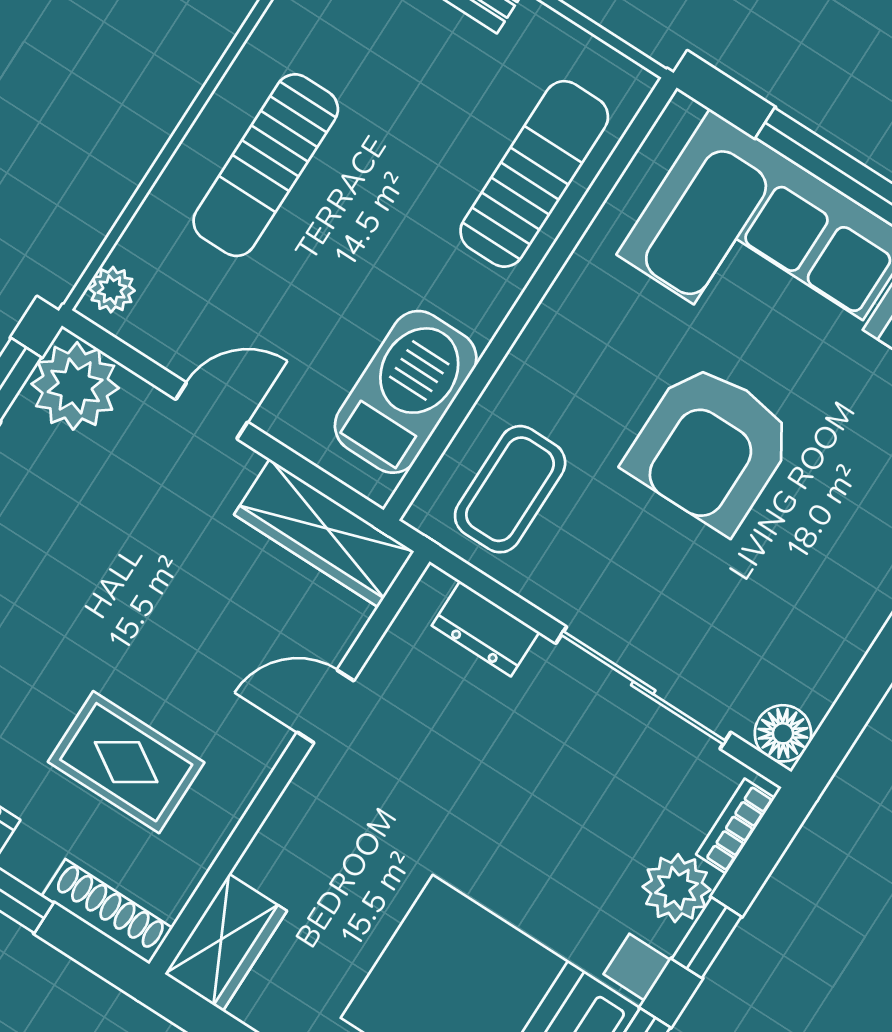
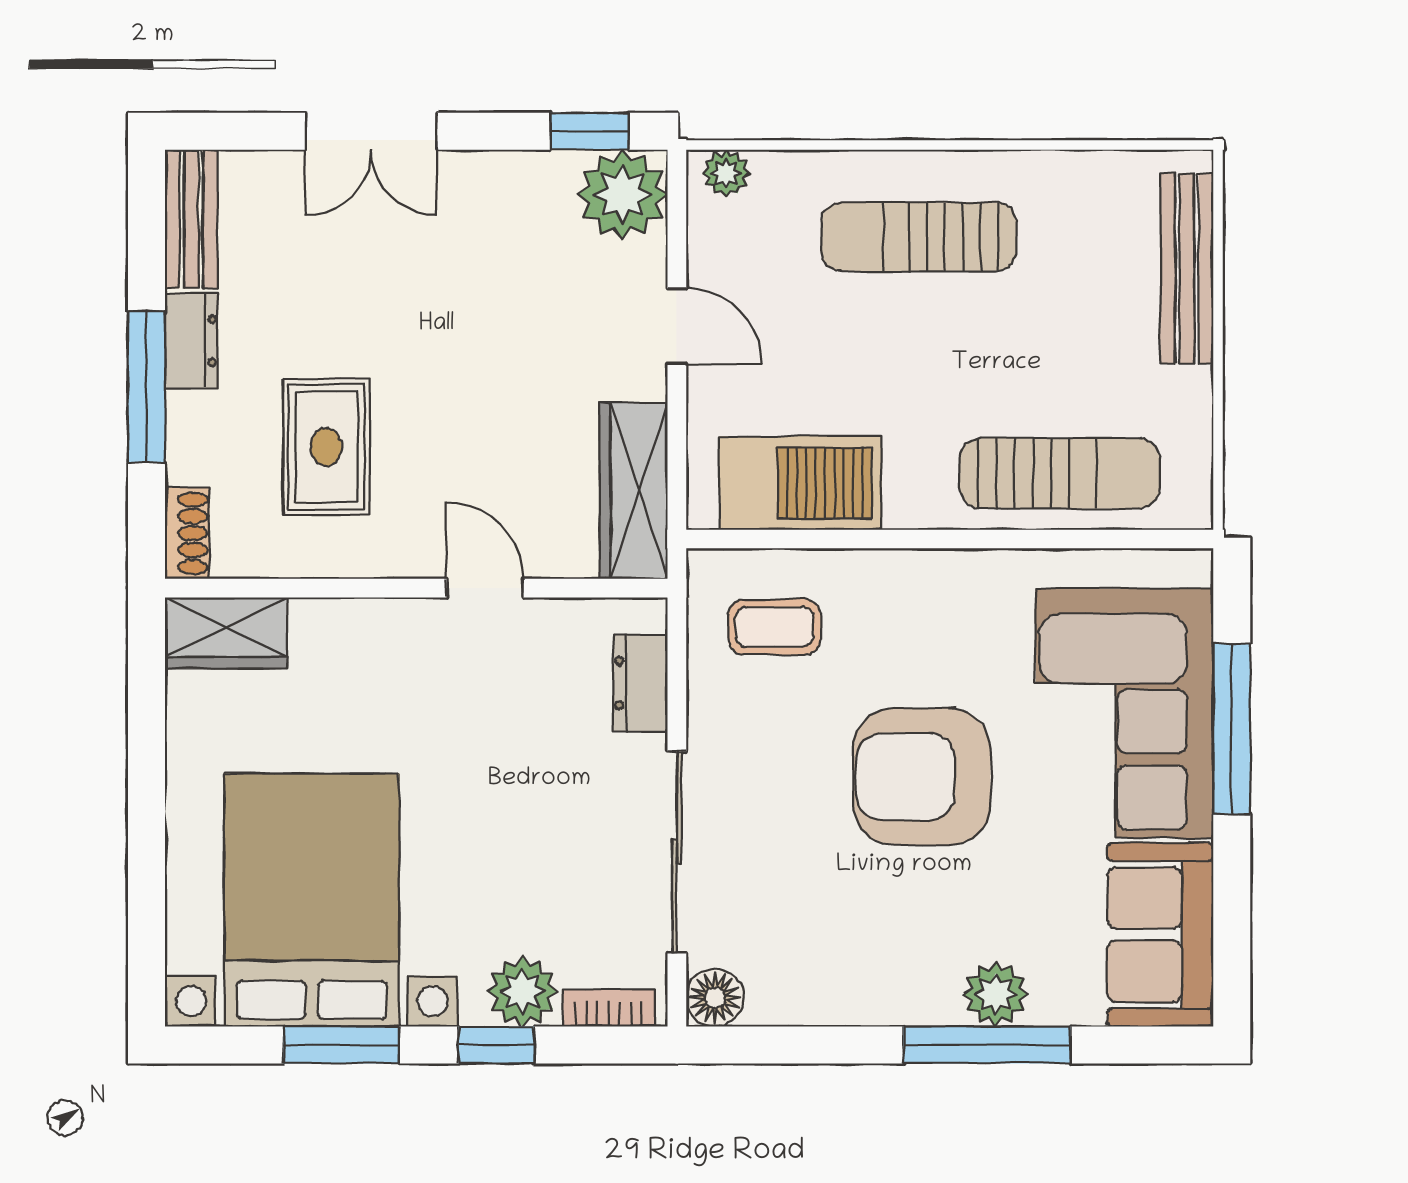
coffee table: (510, 489) -> (774, 627), width x0.73, depth x0.77
shoe rack: (107, 912) -> (187, 533), width x0.70

